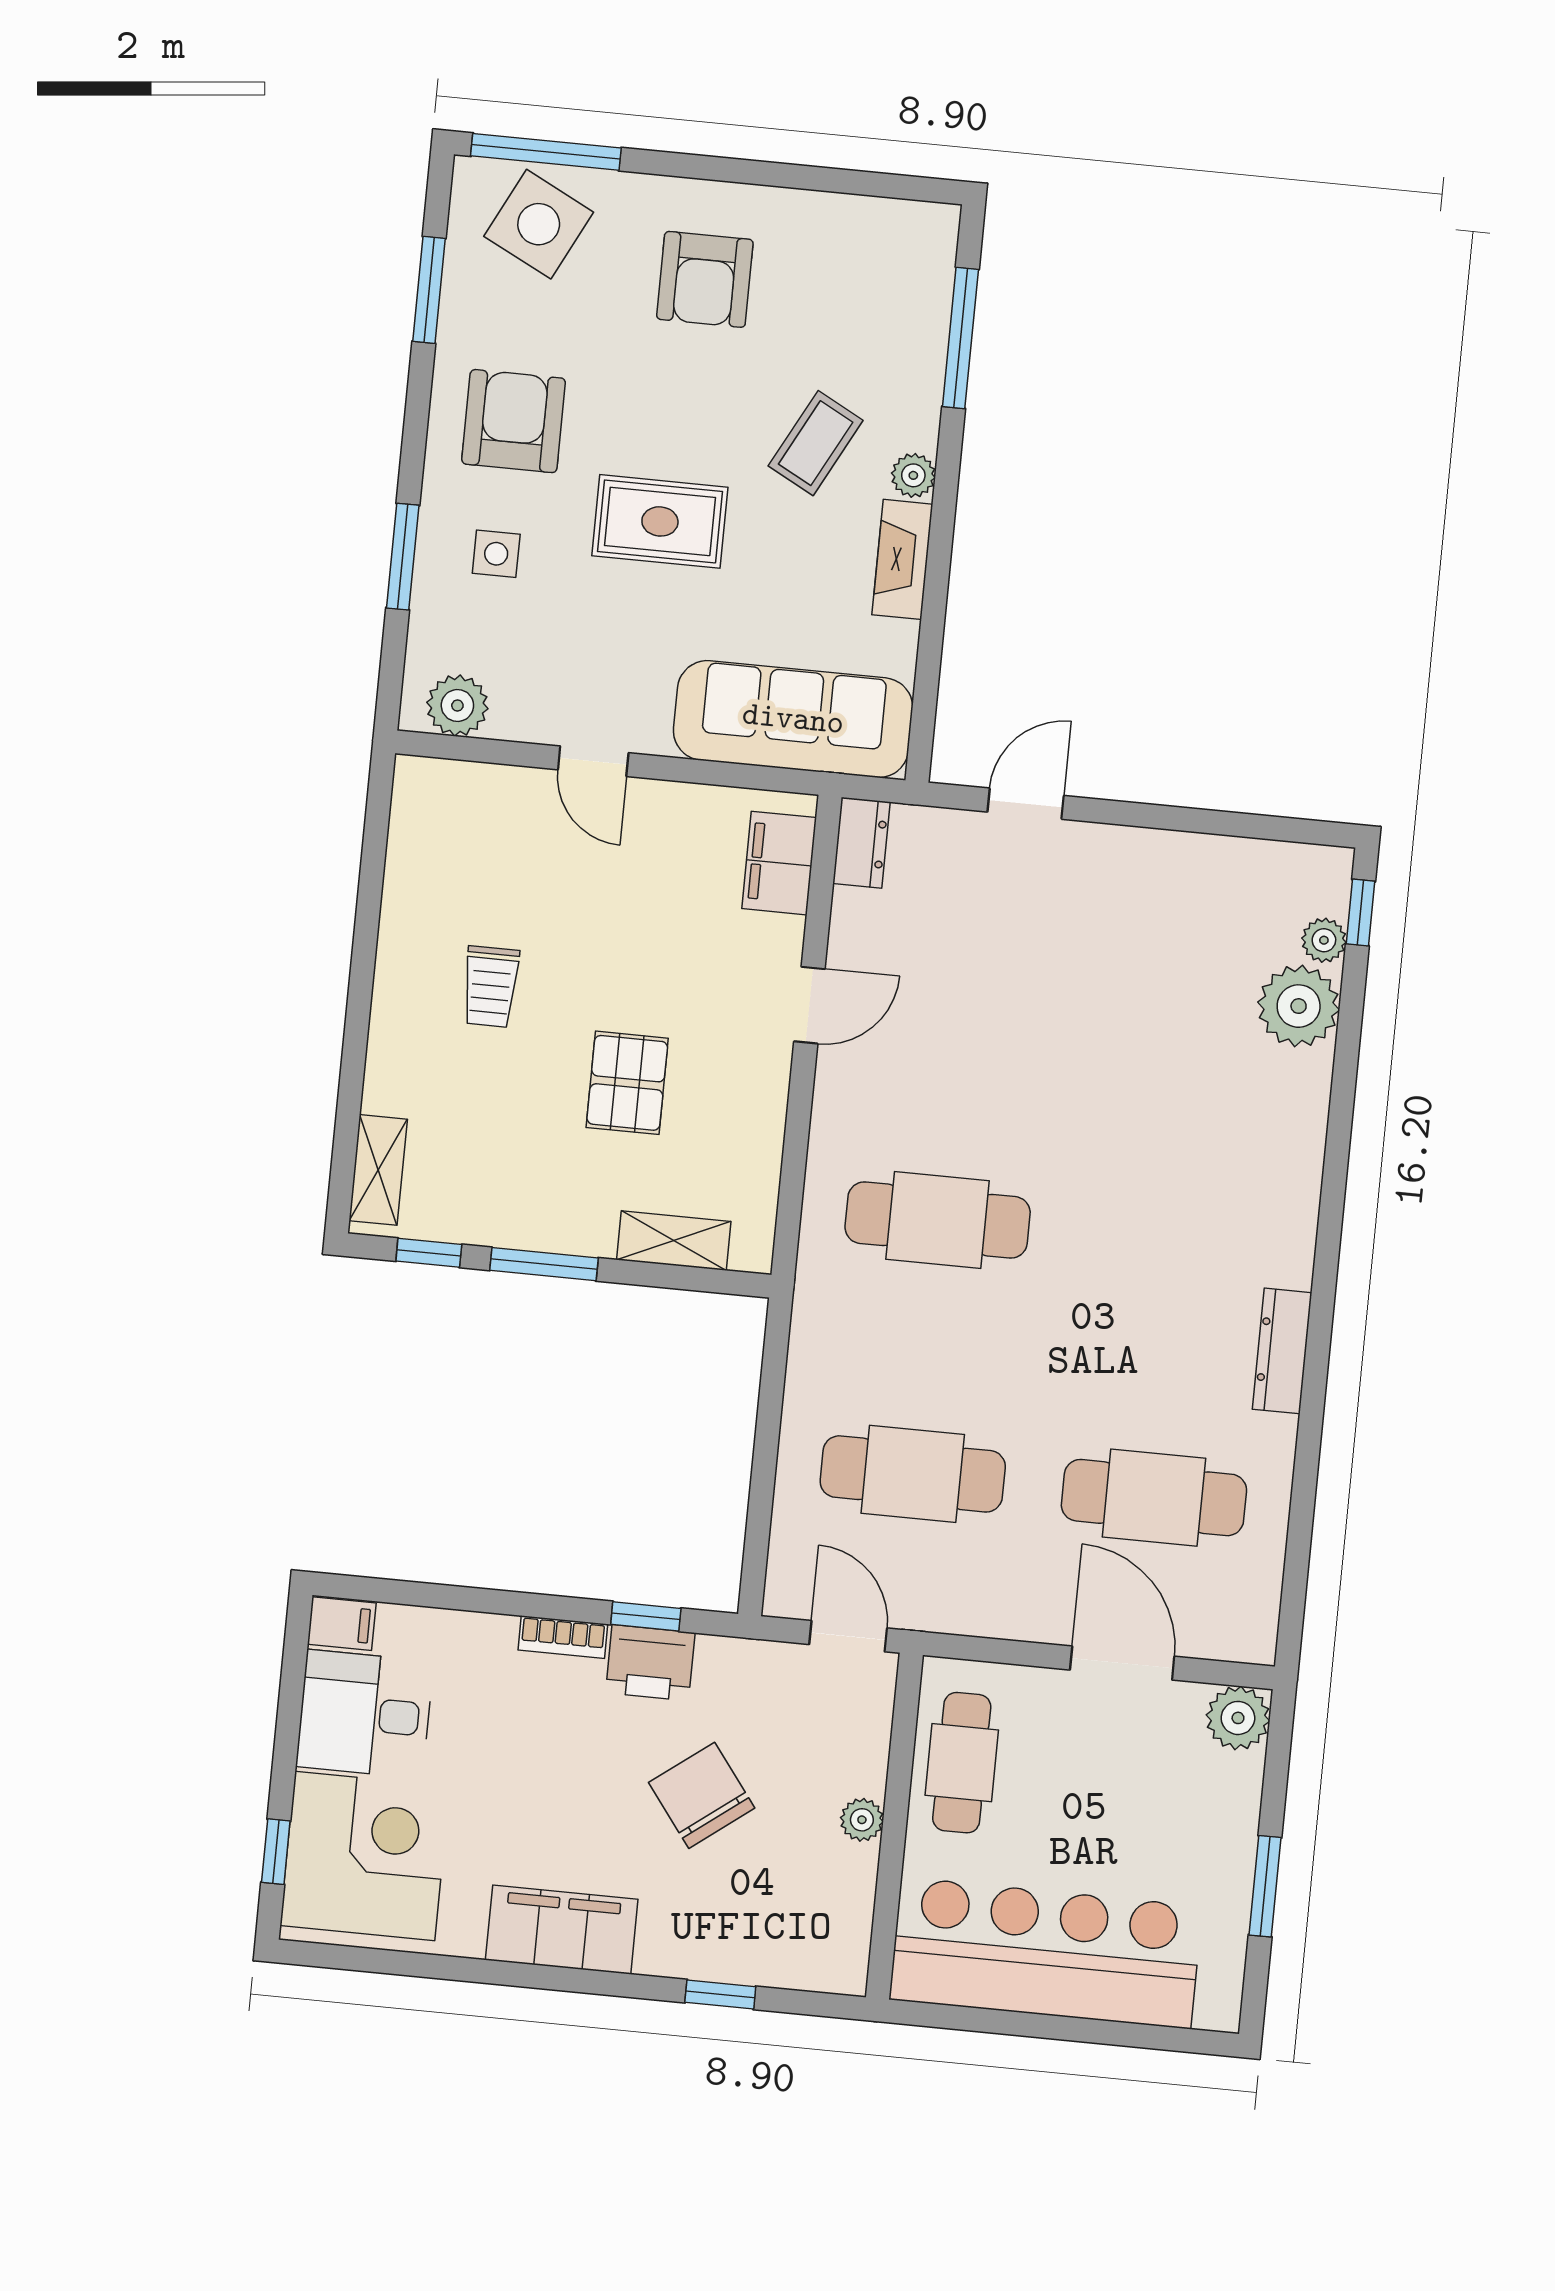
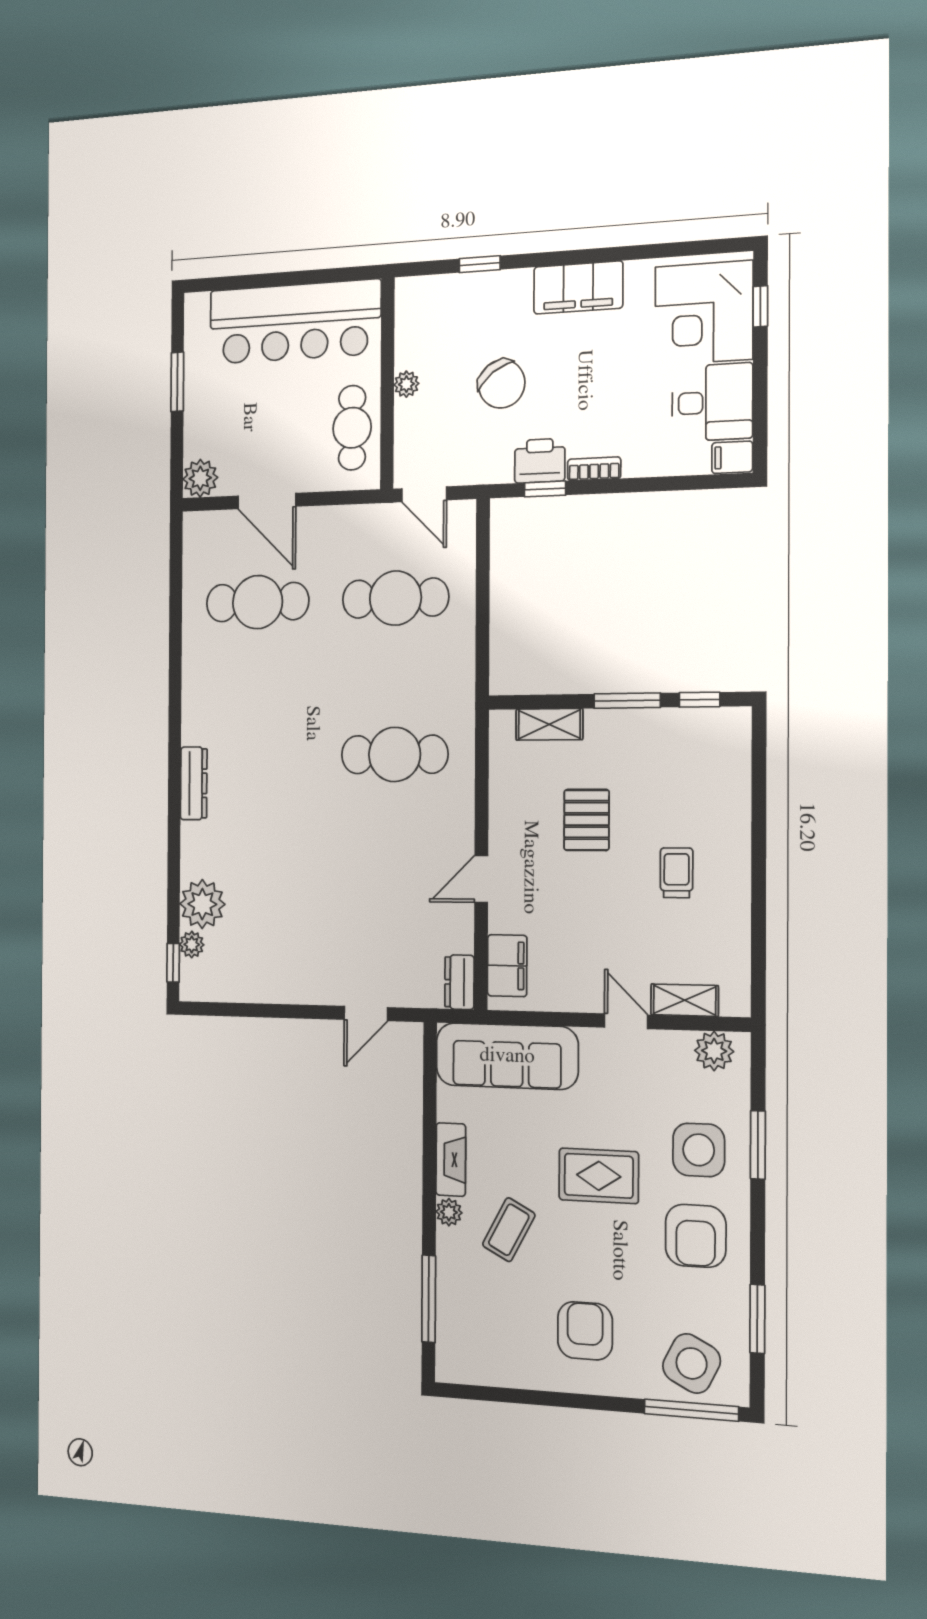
side table: (496, 554) -> (699, 1150), width x1.87, depth x1.87
shelving: (378, 1170) -> (685, 1000), moved, turned 90
dresser: (1282, 1351) -> (194, 783), moved

